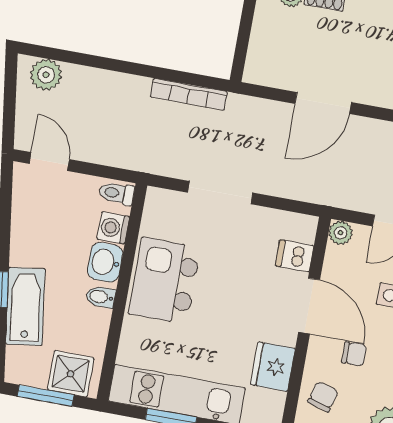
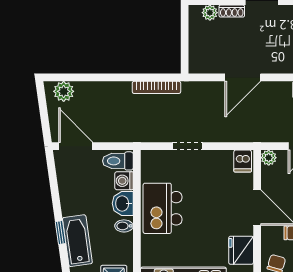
door: (49, 162) -> (76, 146), width x1.38
toilet: (117, 193) -> (118, 161), width x1.37, depth x1.39
doorway: (220, 193) -> (188, 146), width x0.73
dishwasher: (295, 256) -> (243, 161), moved, turned -90

